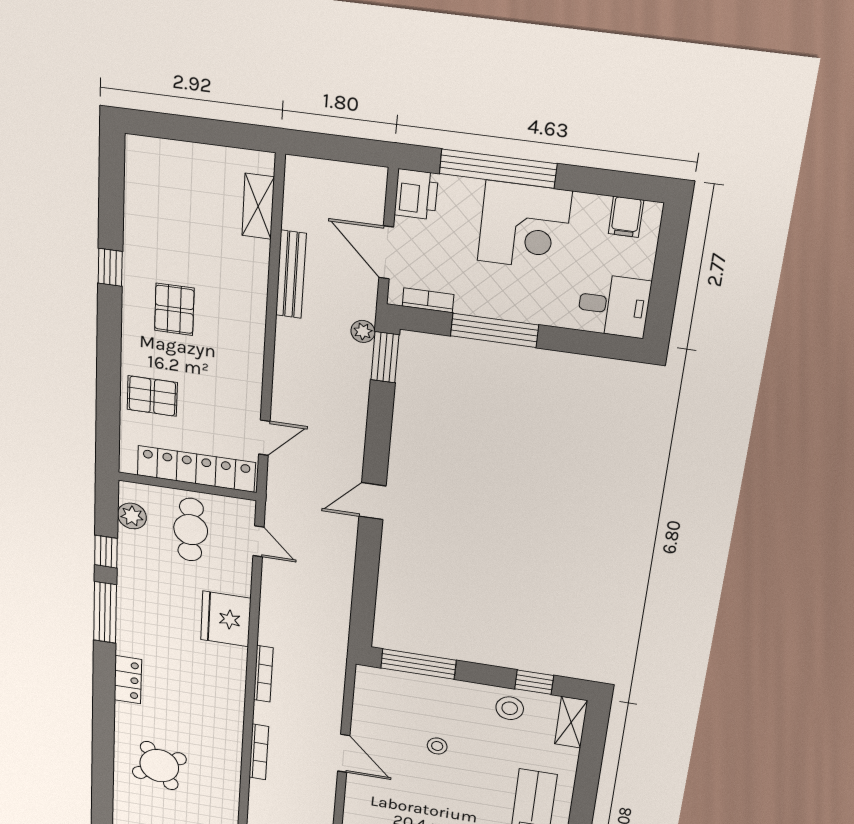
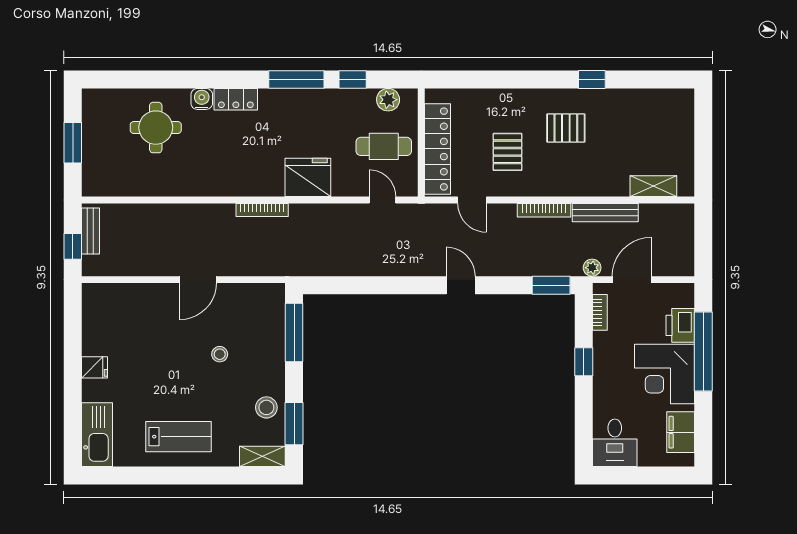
printer: (416, 194) -> (680, 325), moved, turned 90
filing cabinet: (626, 217) -> (681, 432), width x2.00
window: (494, 330) -> (584, 362), width x0.46
plant: (363, 331) -> (592, 268), moved
pallet: (152, 396) -> (507, 152), moved
door: (372, 501) -> (461, 285), moved
door: (258, 541) -> (383, 200), swing flipped
window: (534, 682) -> (294, 424), width x1.50
water cooler: (127, 714) -> (202, 99), added
bookcase: (259, 752) -> (544, 210), moved
round table: (159, 766) -> (156, 128), turned 32

